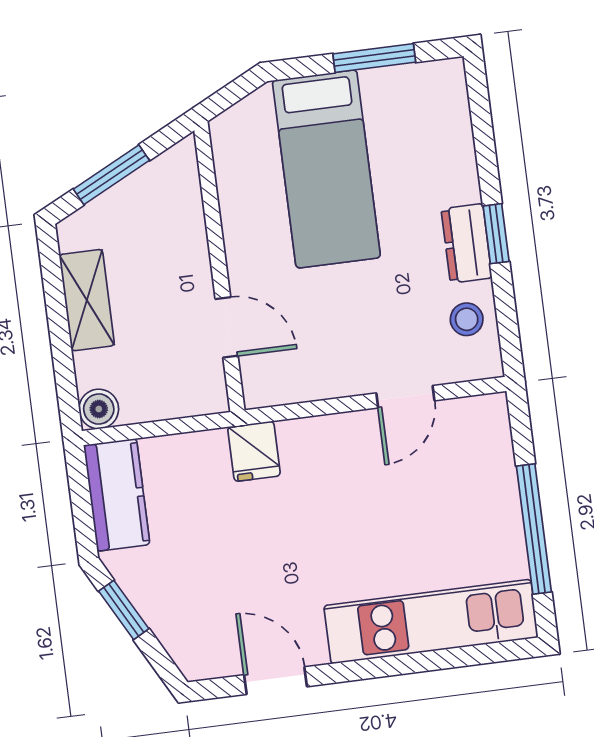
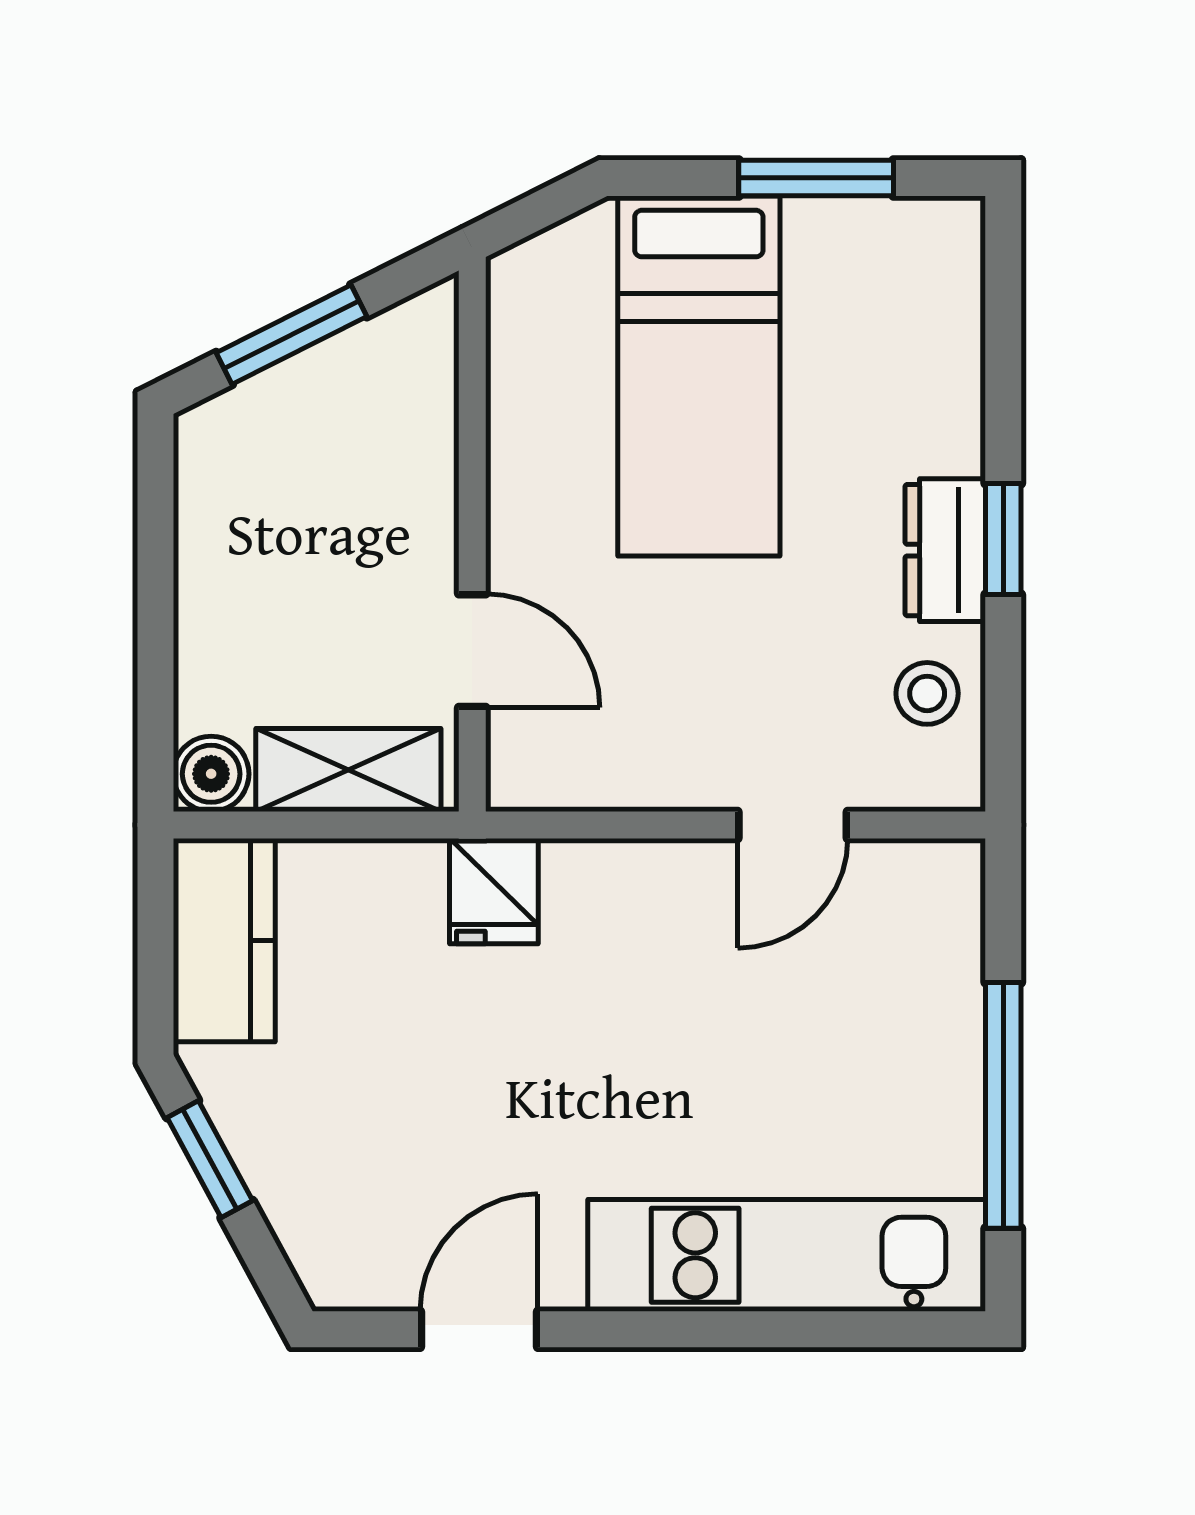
shelving: (87, 300) -> (348, 770), moved, turned 90
door: (276, 681) -> (479, 1329), hinge flipped

